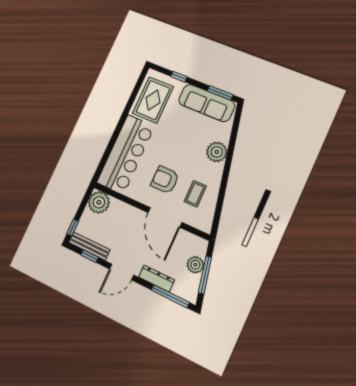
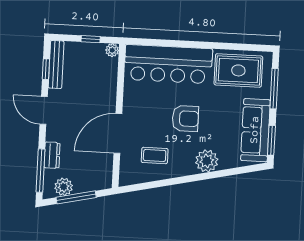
window: (179, 77) -> (274, 89), width x2.17
armchair: (165, 180) -> (185, 119), moved, turned 90
plant: (99, 202) -> (112, 50), width x0.53, depth x0.53
window: (73, 227) -> (91, 39), moved
plant: (195, 265) -> (64, 187), moved
dresser: (157, 278) -> (52, 155), width x0.70

